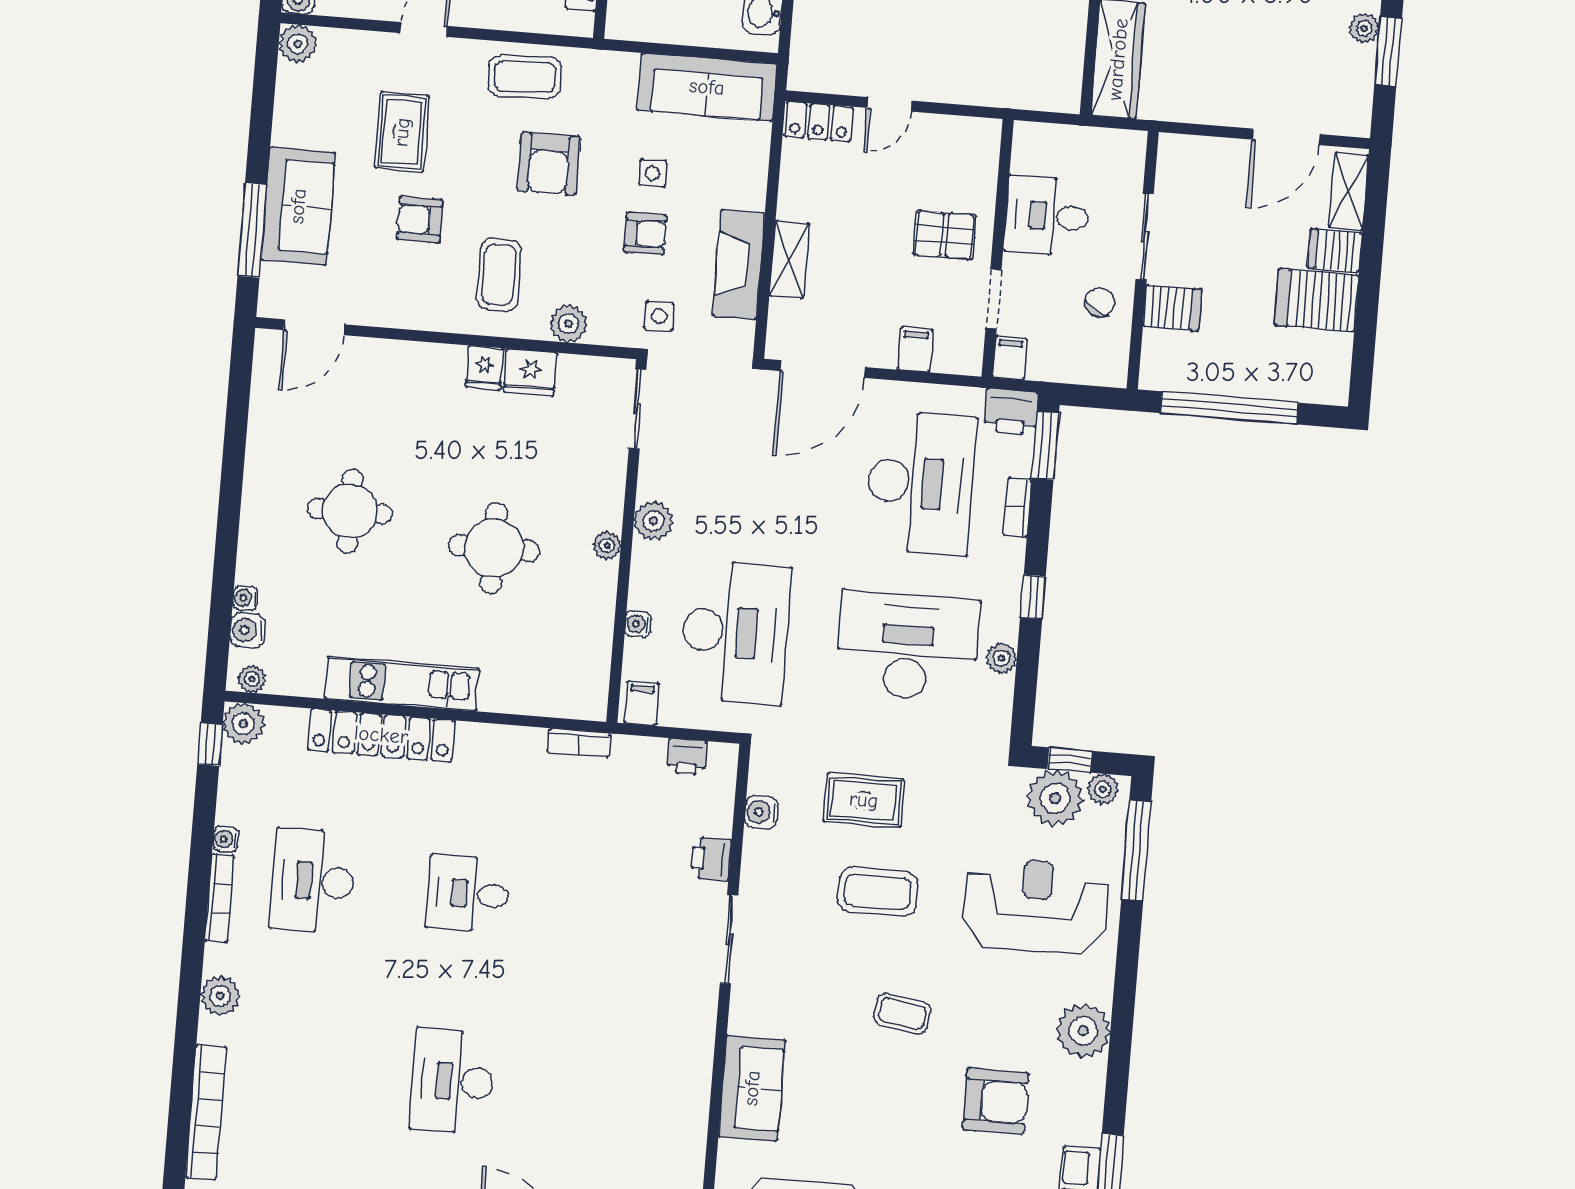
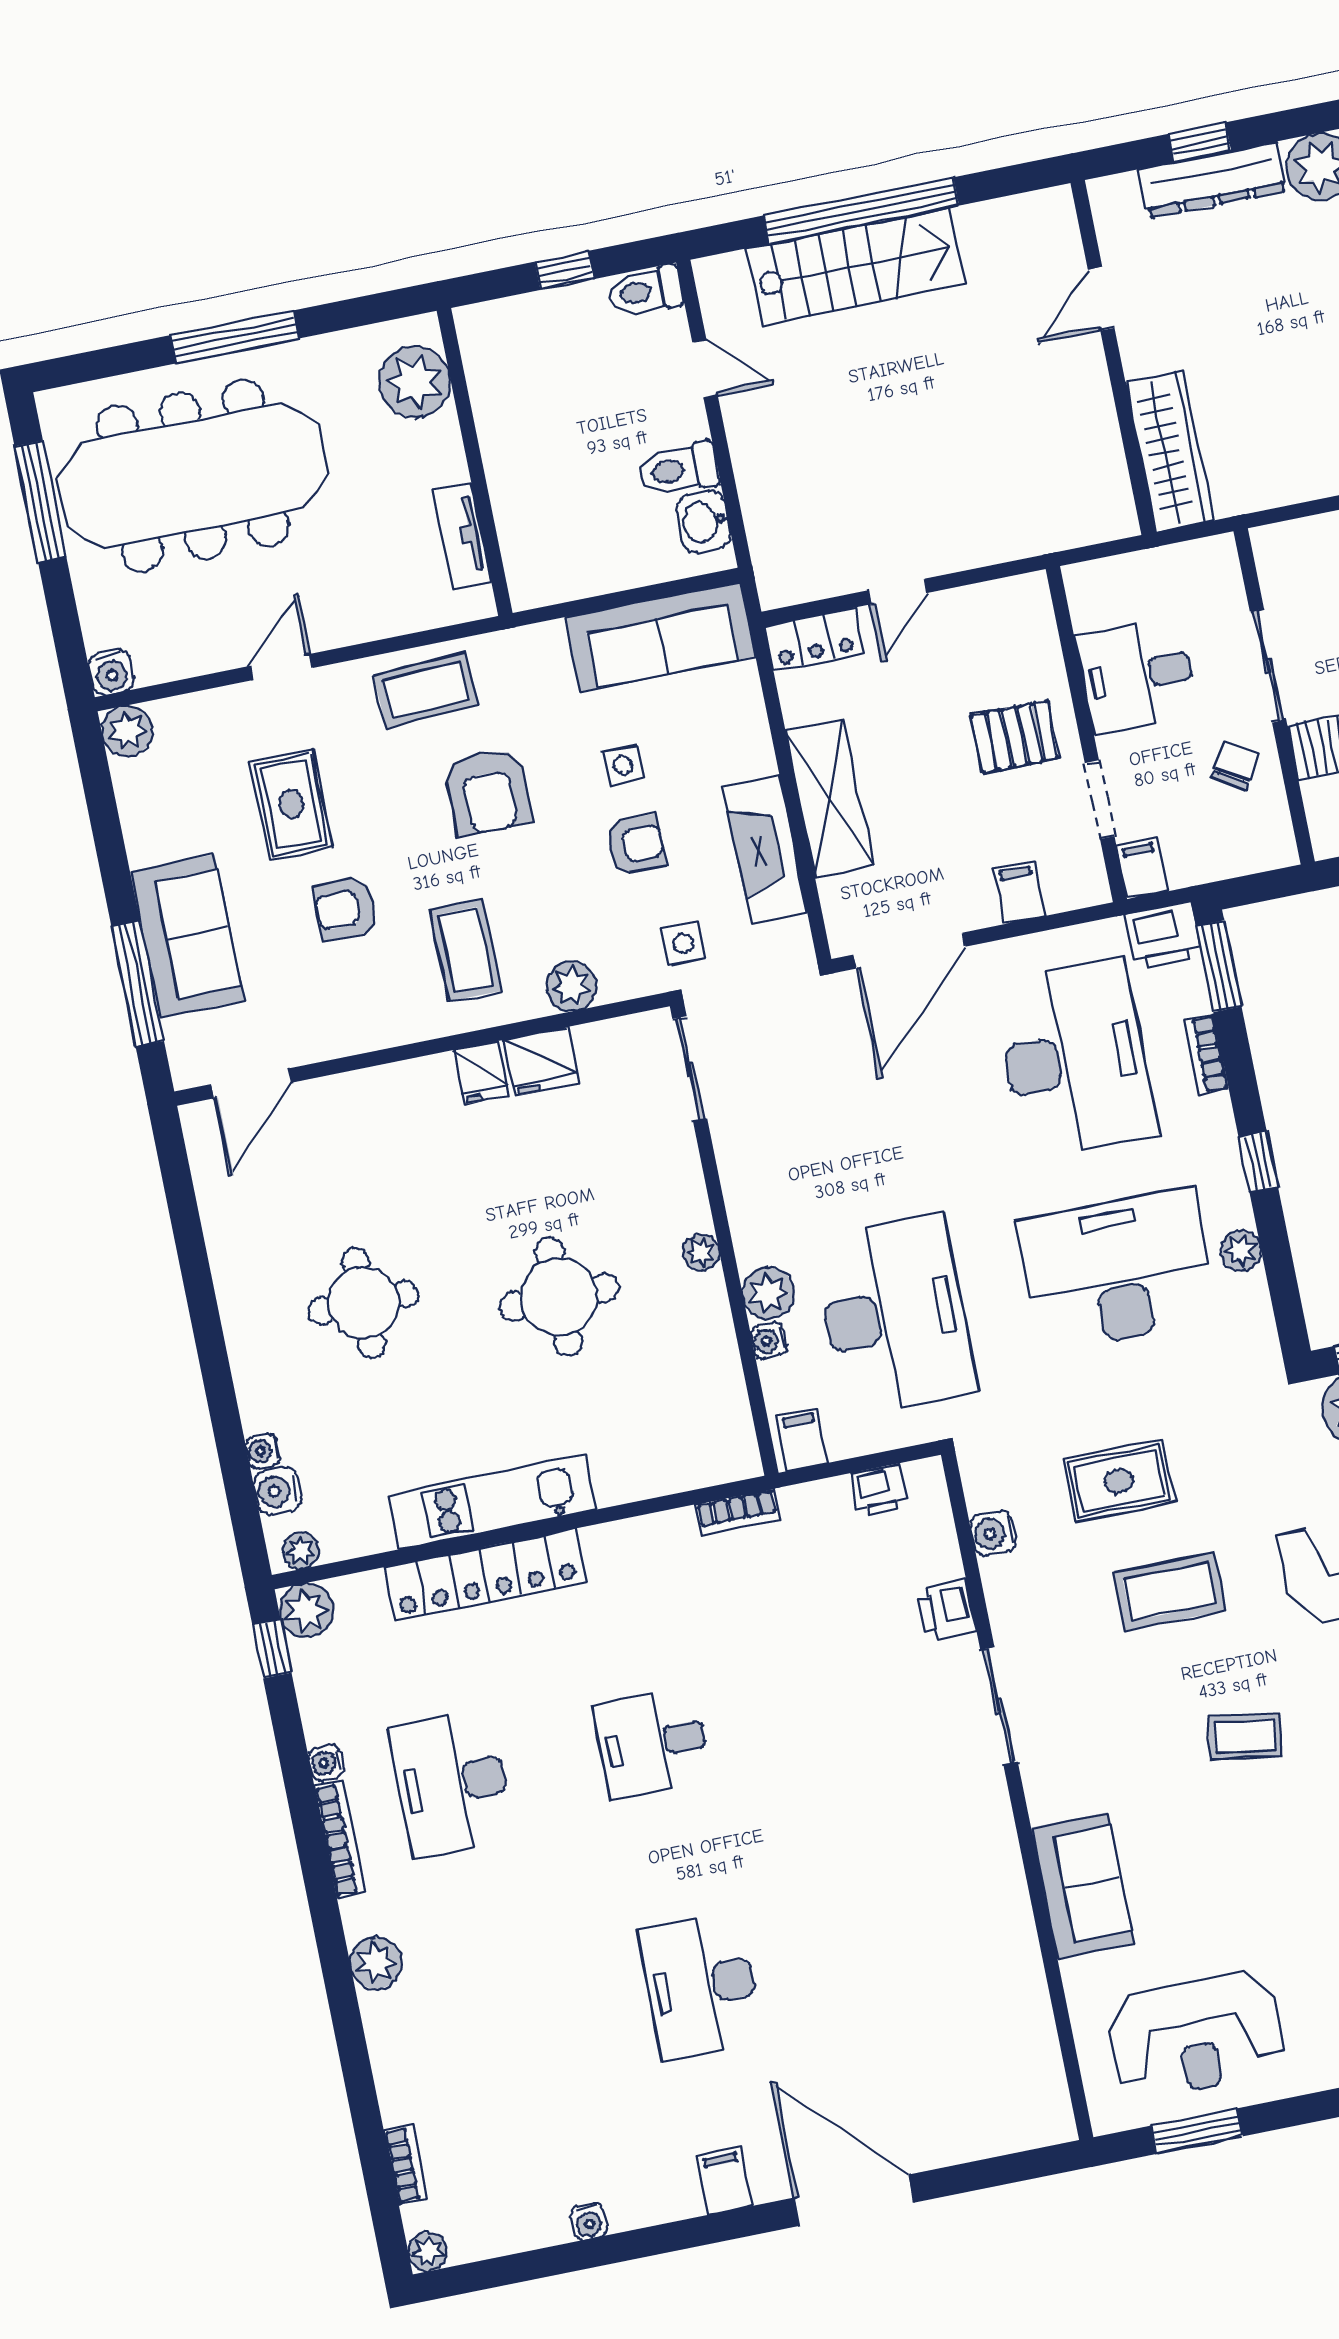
shelving: (789, 260) -> (829, 799), width x1.50, depth x1.33
plant: (653, 521) -> (769, 1293), moved
bookcase: (206, 1112) -> (406, 2165), width x0.43, depth x0.76

